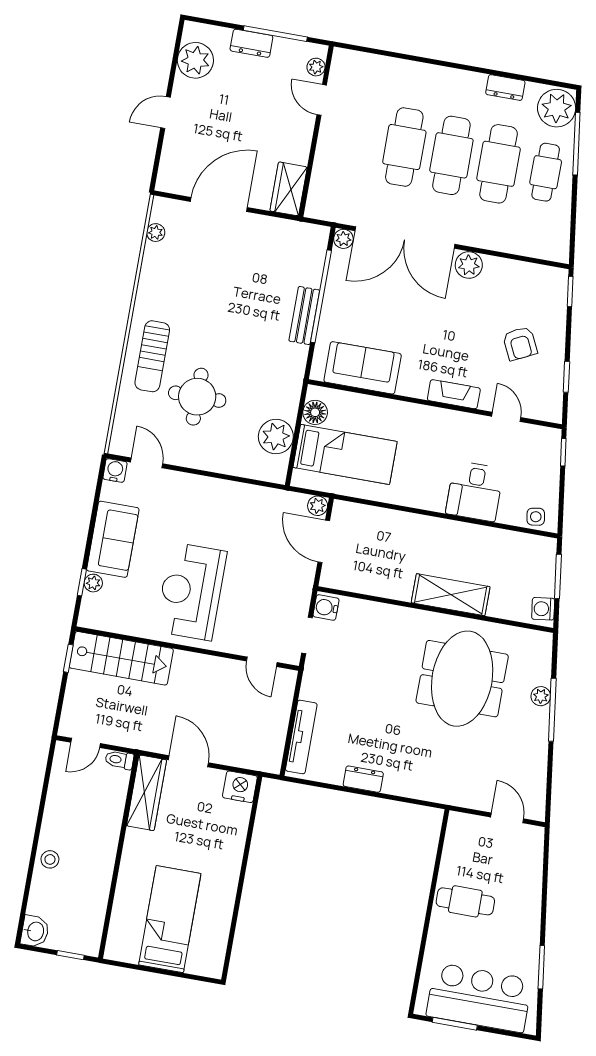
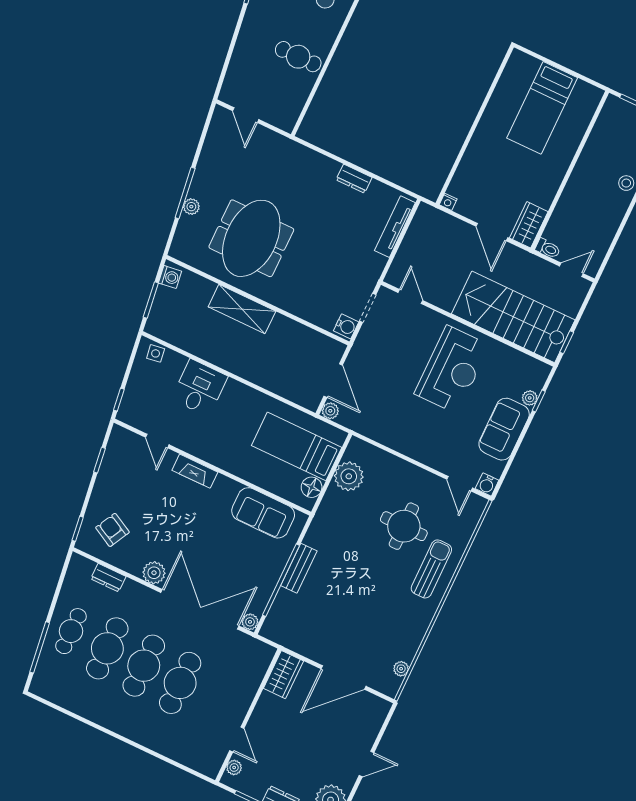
dresser: (505, 88) -> (108, 578), moved, turned 180
plant: (557, 108) -> (48, 681), removed
armchair: (520, 343) -> (112, 530), moved, turned -36
stairs: (121, 658) -> (513, 317), width x1.36, depth x1.51
nightstand: (240, 787) -> (448, 202), width x0.53, depth x0.56
wardrobe: (146, 793) -> (529, 225), width x0.67

